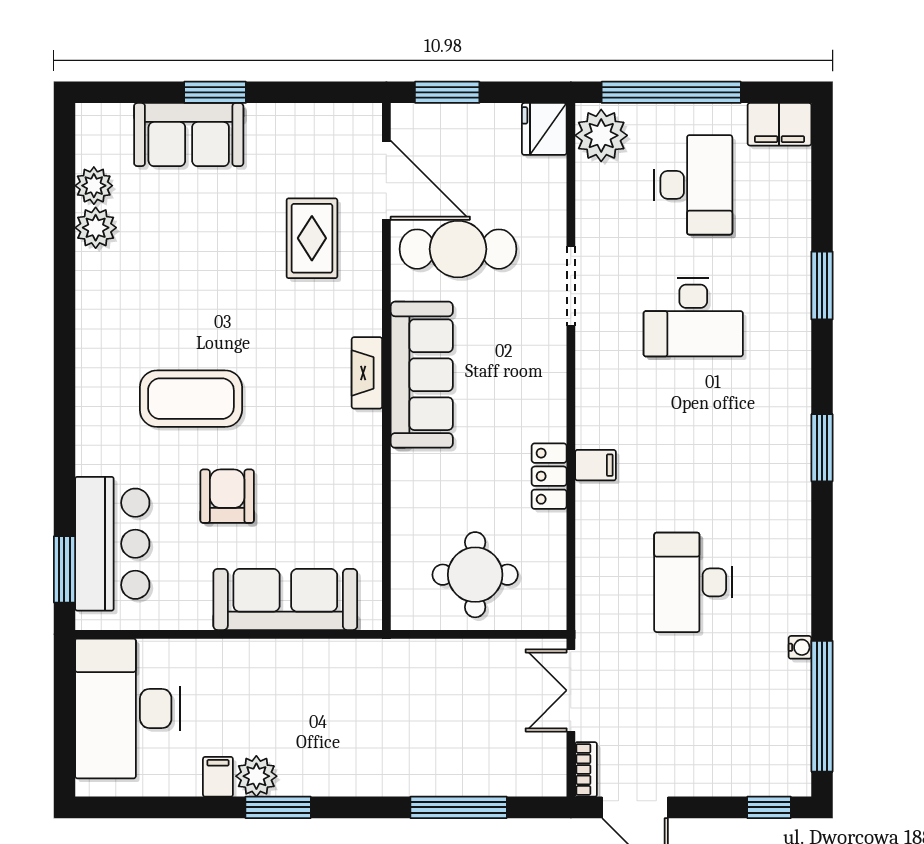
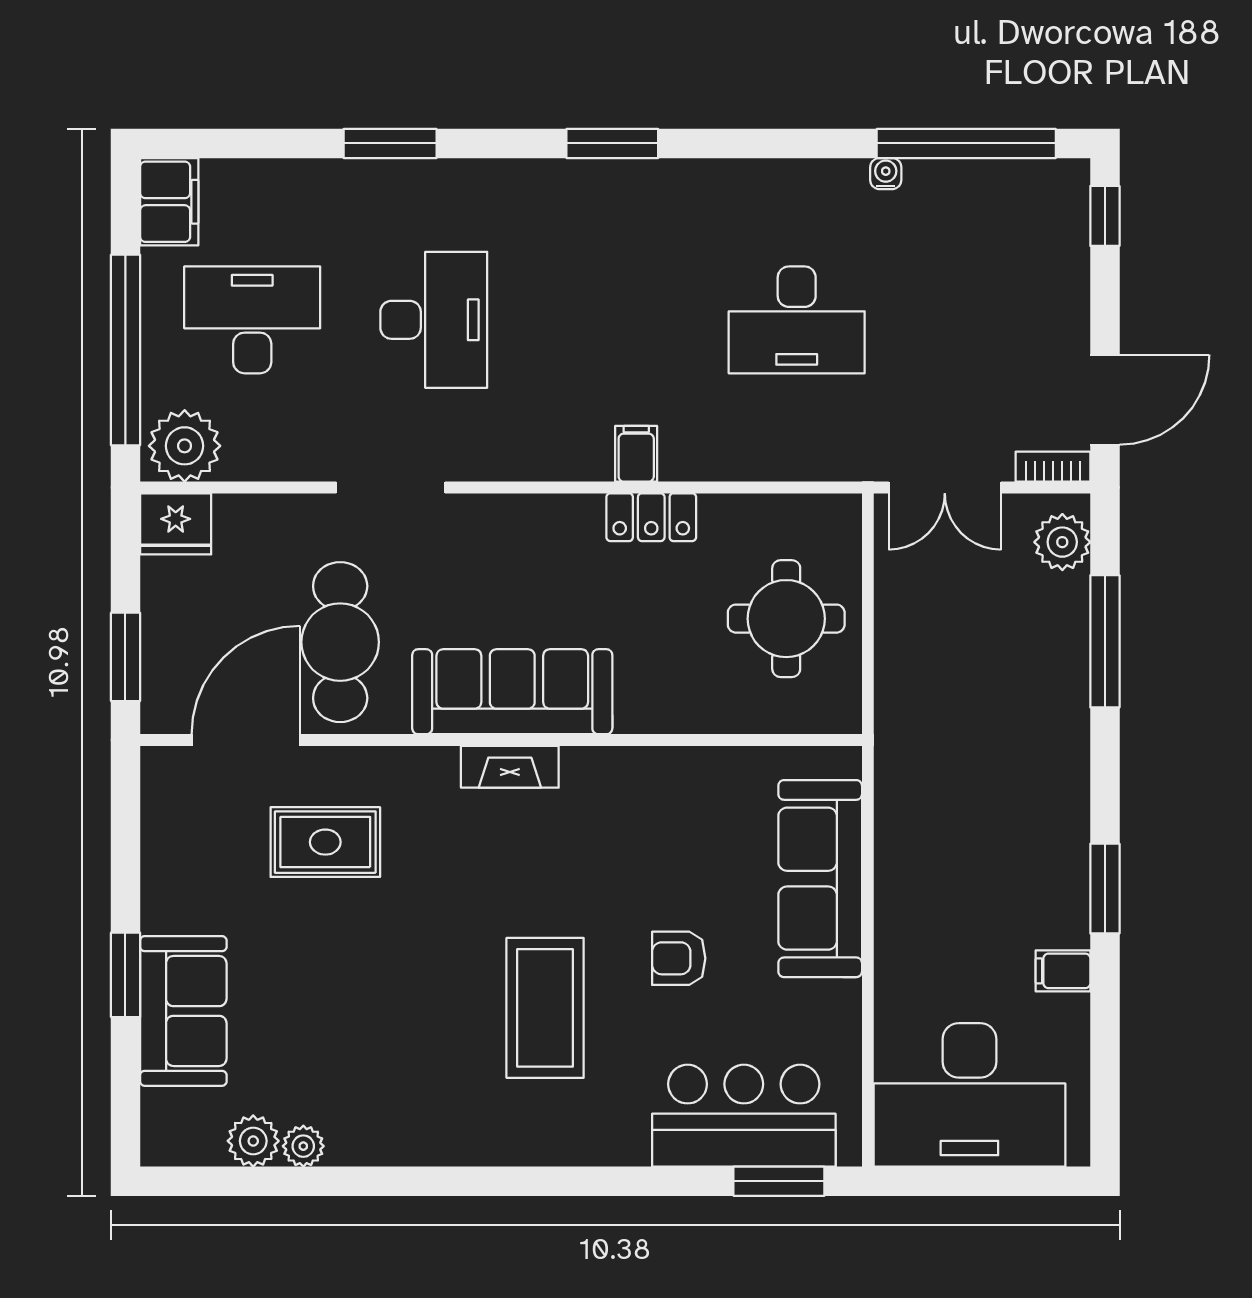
plant: (96, 228) -> (303, 1146), width x0.73, depth x0.73
armchair: (227, 496) -> (679, 958), width x0.72, depth x0.72
plant: (256, 776) -> (1062, 542), moved

